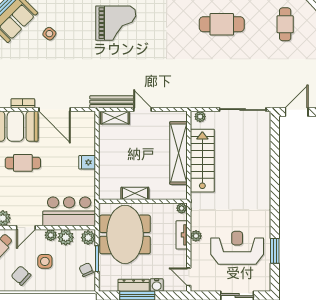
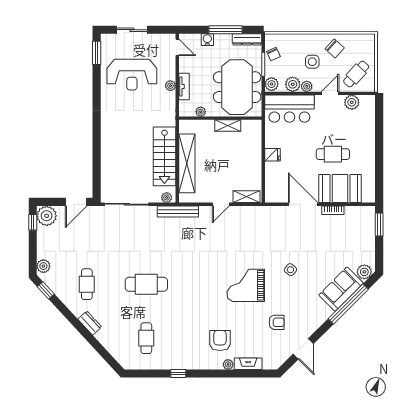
side table: (49, 34) -> (290, 270), moved
bench: (112, 102) -> (178, 212), moved
door: (142, 110) -> (221, 204), hinge flipped
plant: (182, 208) -> (201, 112), moved
window: (275, 251) -> (97, 53), moved
dresser: (134, 285) -> (247, 39), moved

